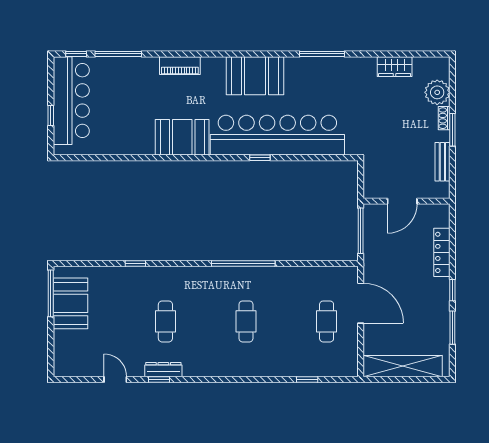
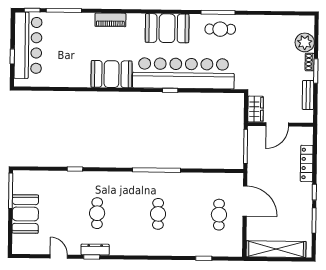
wardrobe: (395, 67) -> (256, 109), moved, turned -90
cafe table: (325, 76) -> (220, 29), added
booth: (70, 303) -> (25, 214), moved

